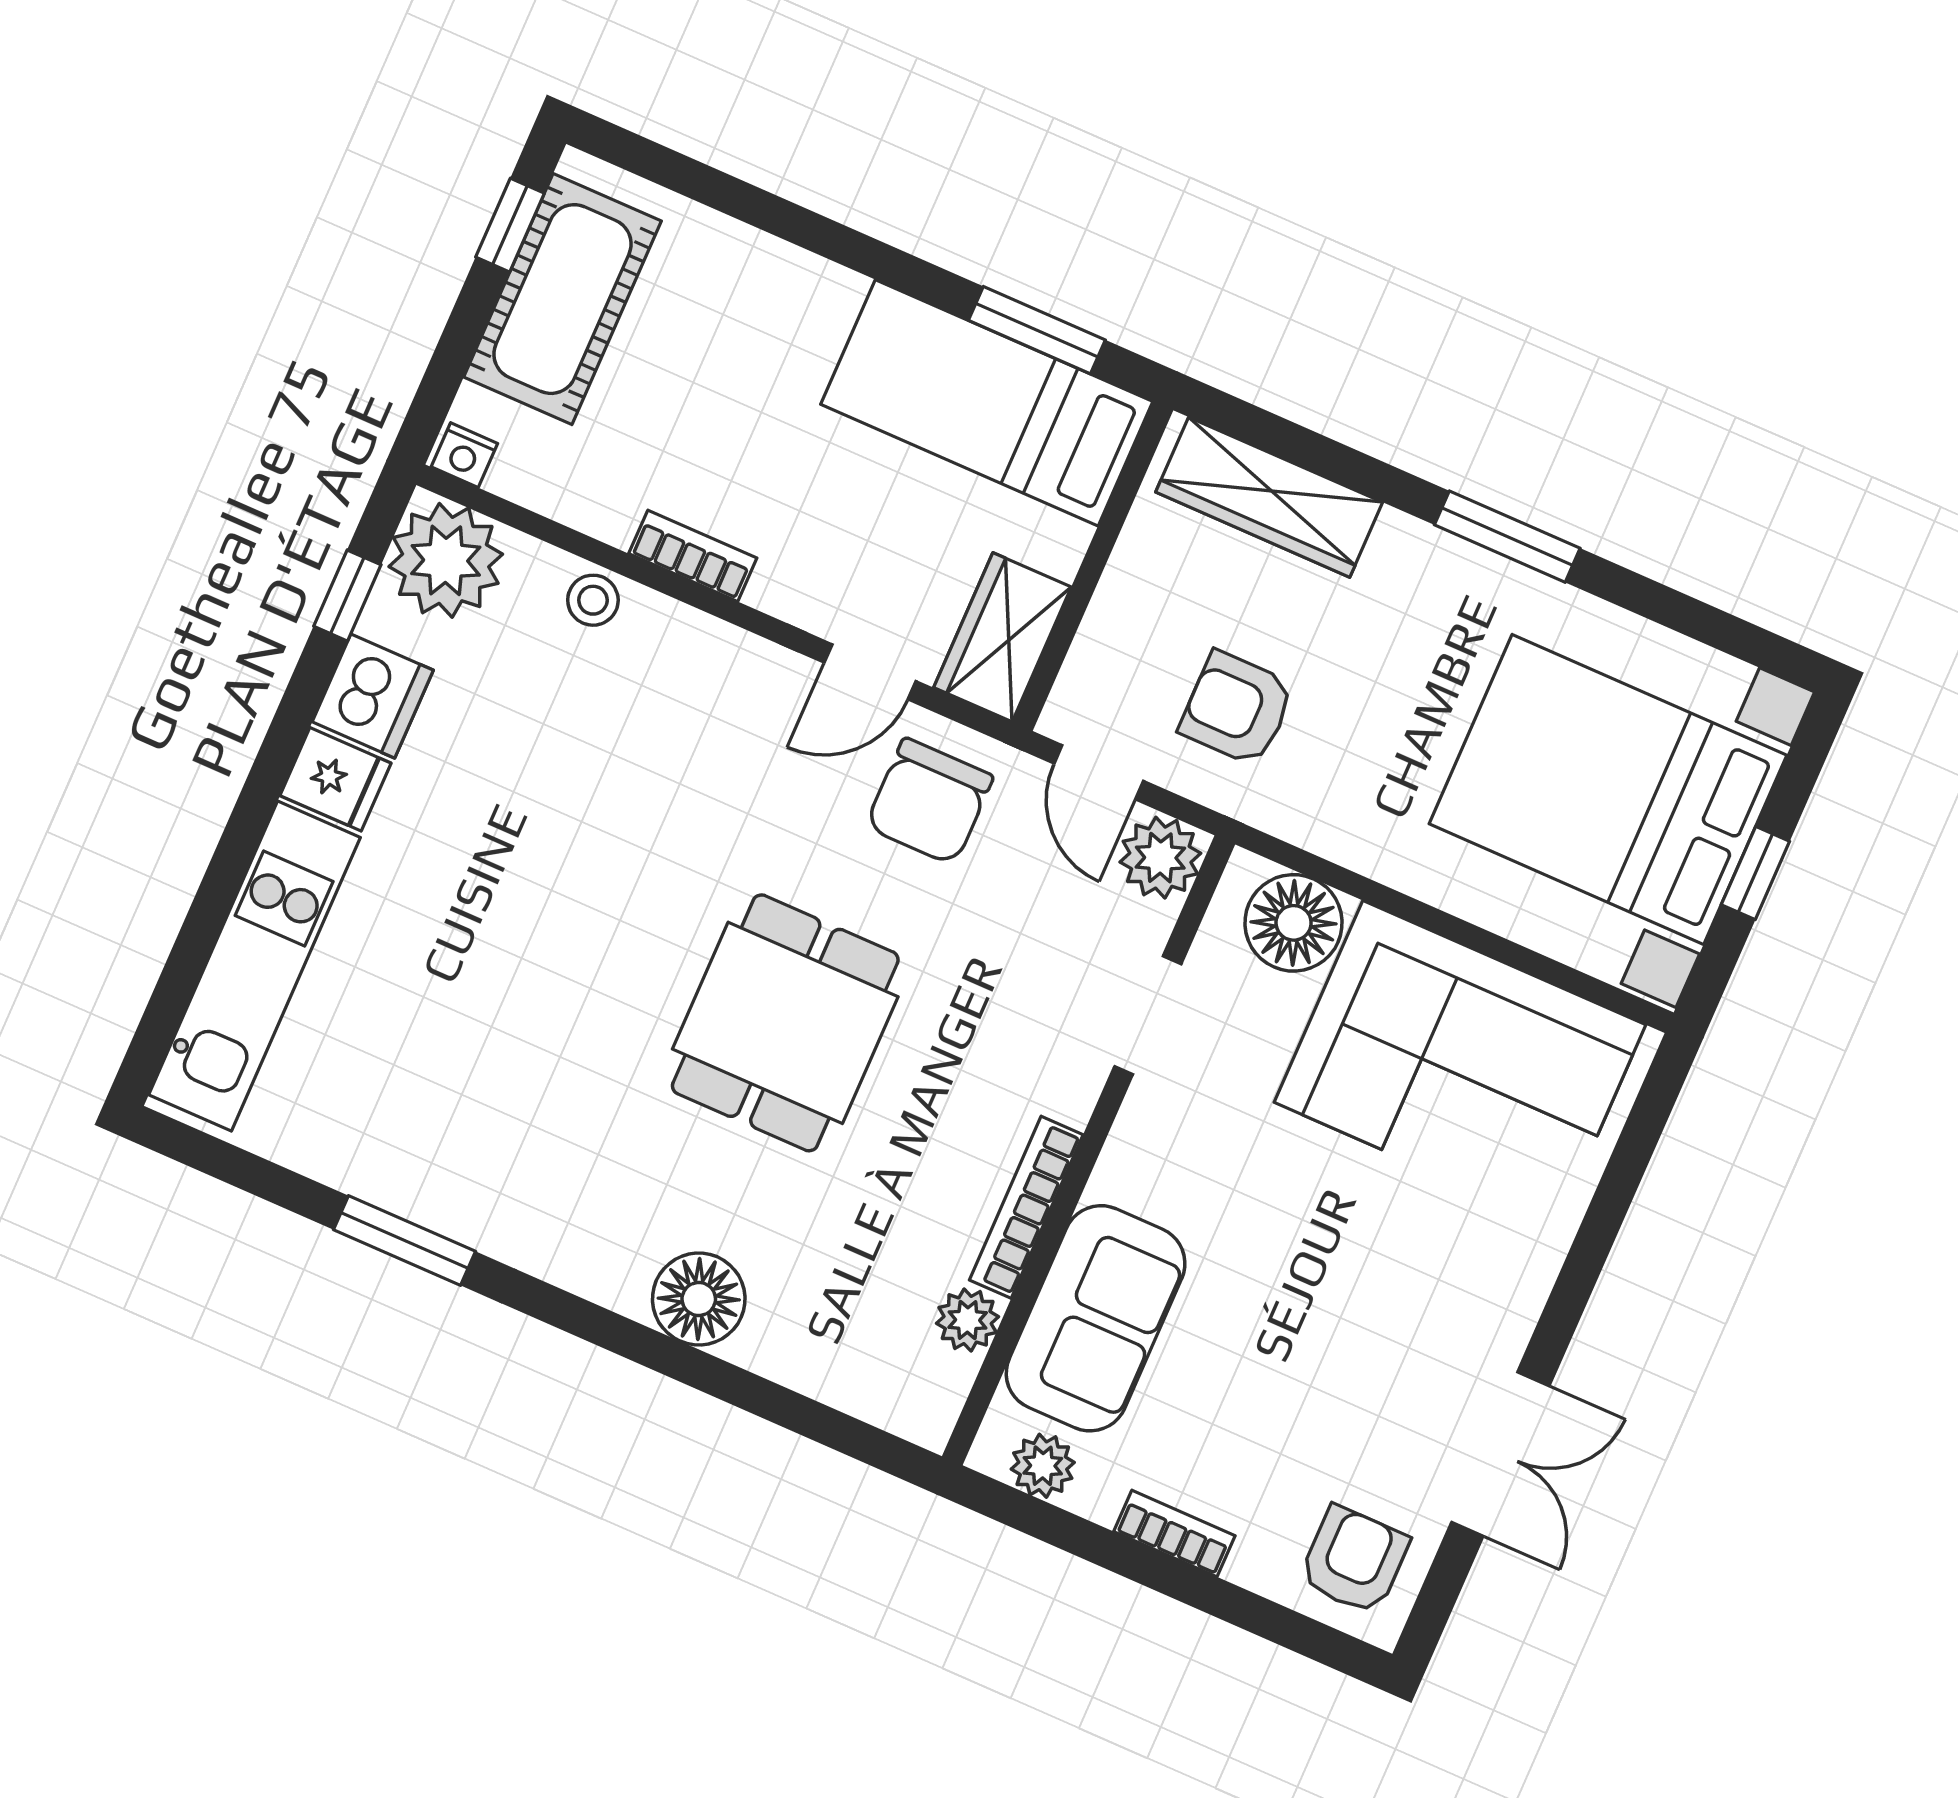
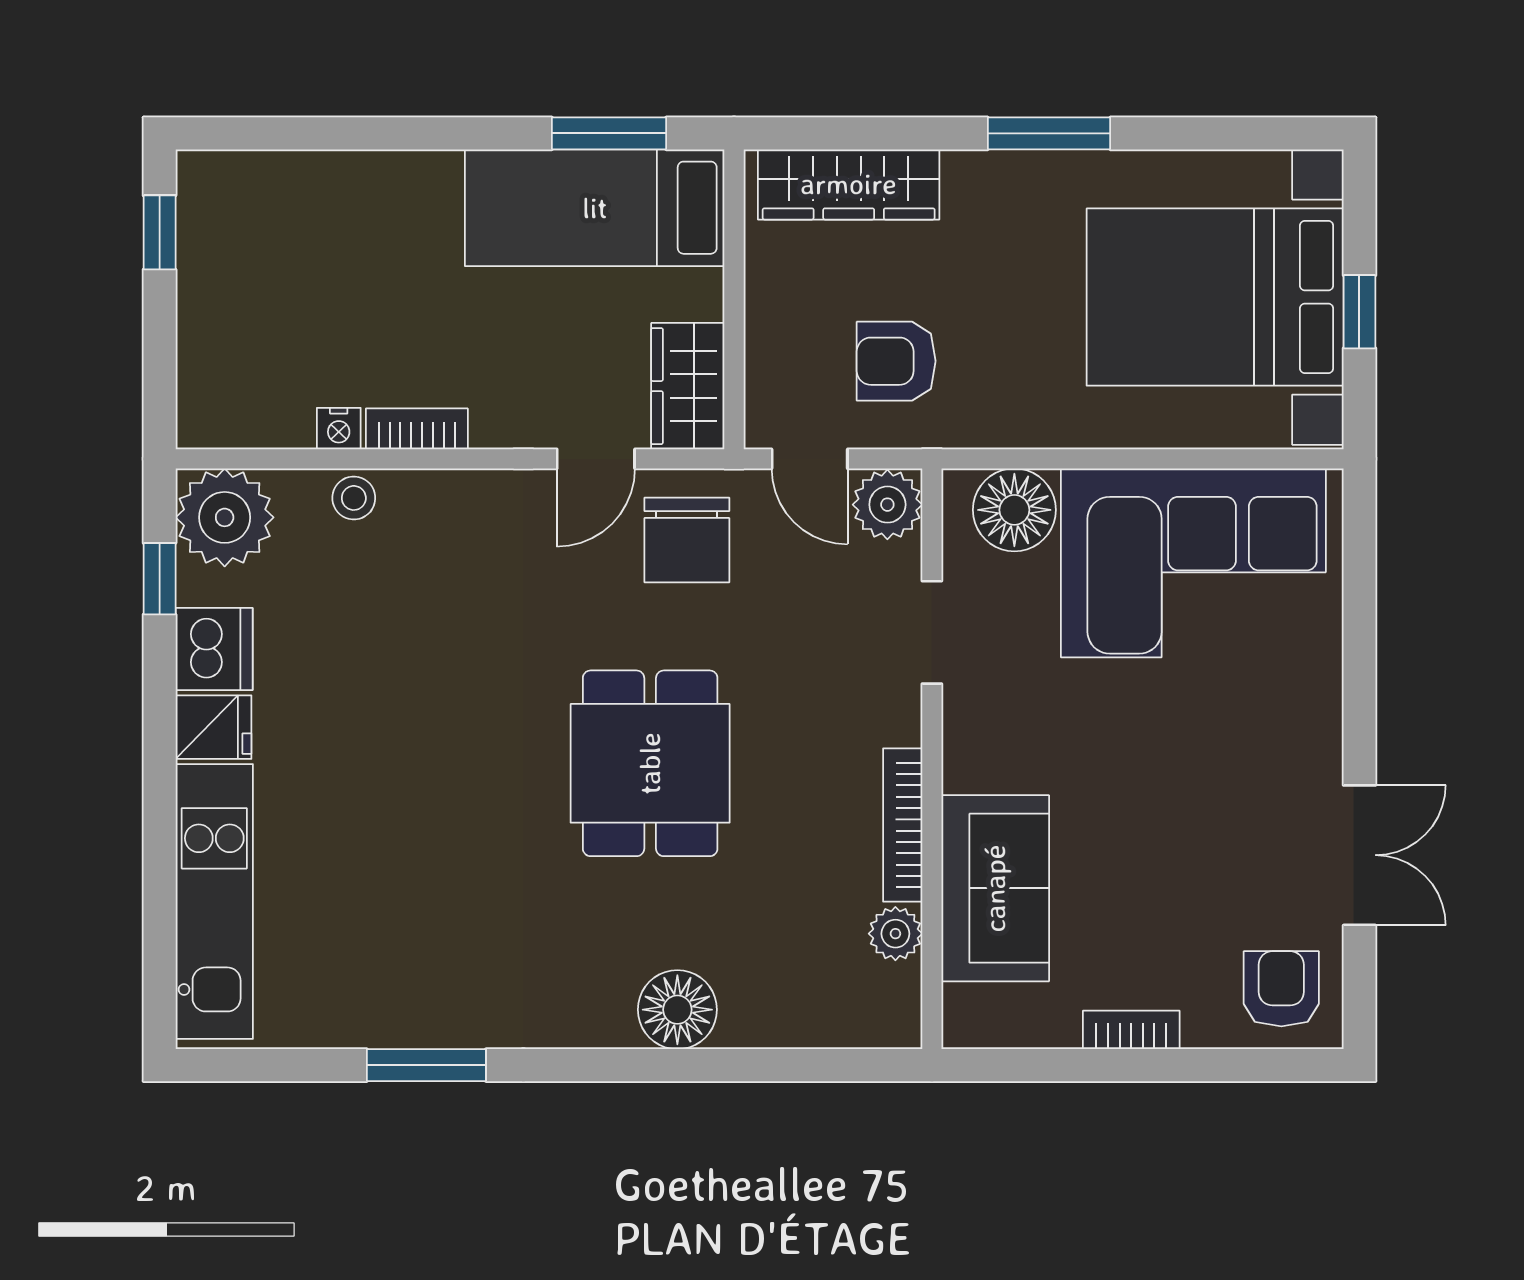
cot: (562, 299) -> (226, 272), removed
nightstand: (464, 455) -> (339, 429), moved
plant: (1043, 1466) -> (1005, 1022), removed

